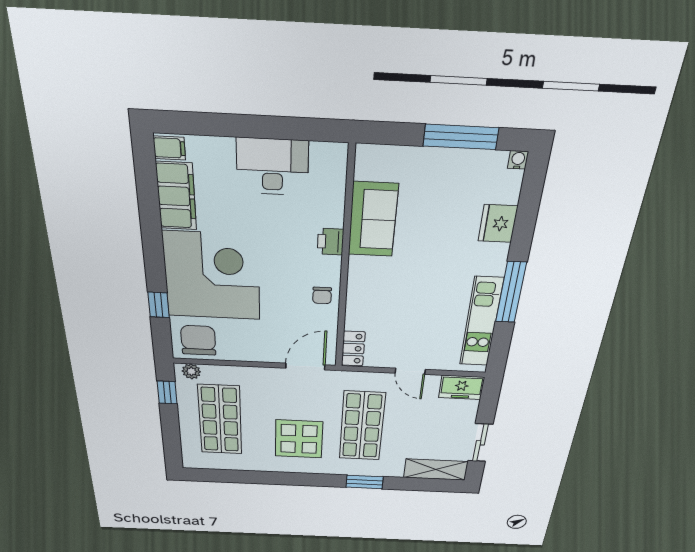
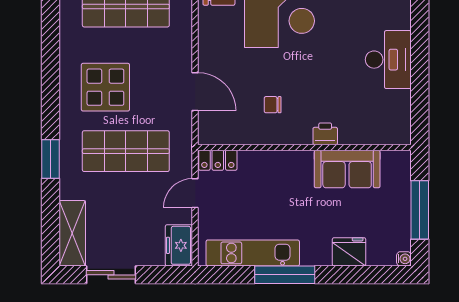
sofa: (373, 220) -> (347, 169), moved
printer: (330, 242) -> (325, 134), moved
wall: (345, 264) -> (304, 147), moved
locker: (353, 349) -> (218, 160), moved

